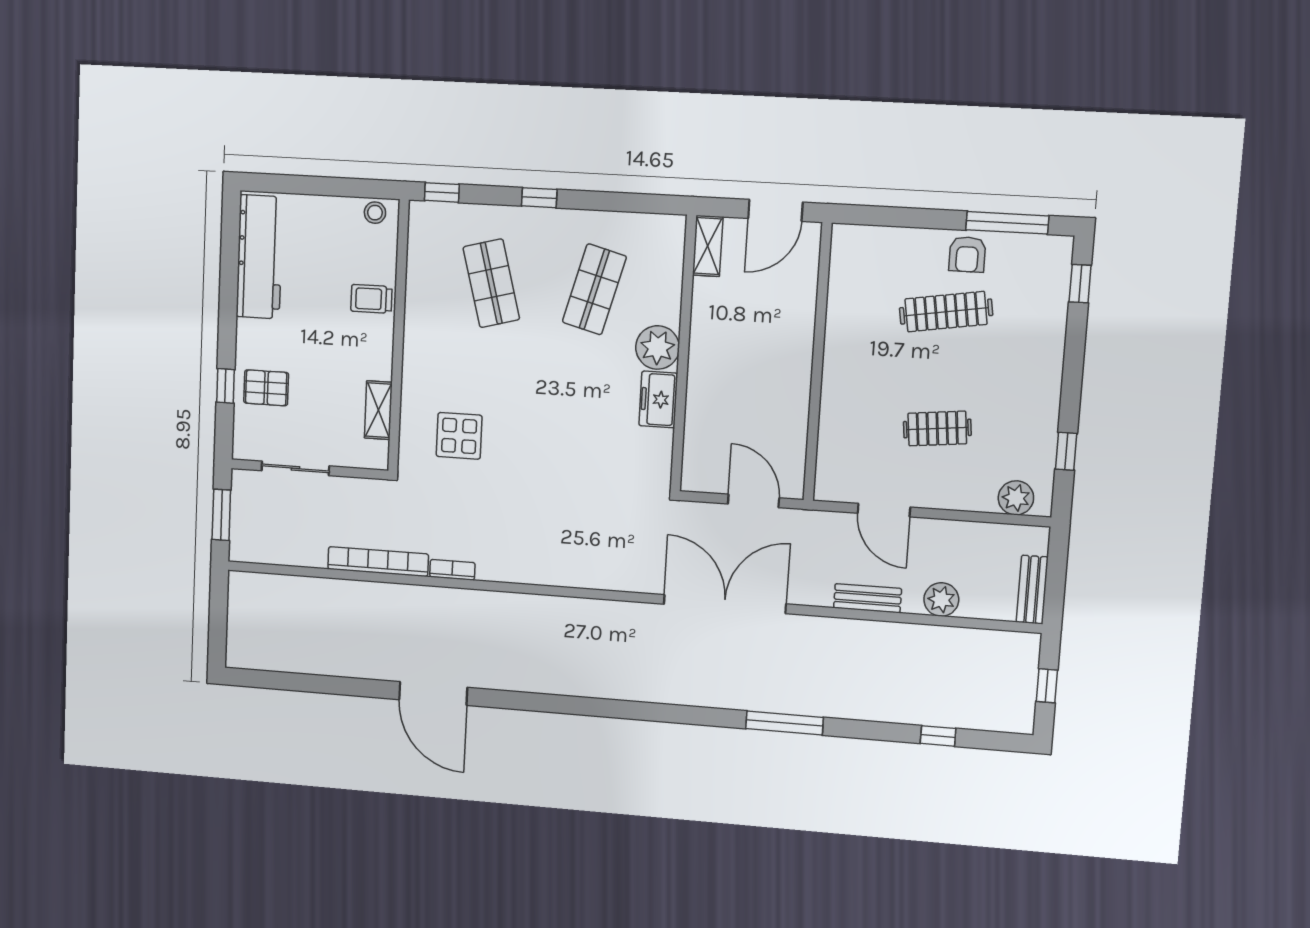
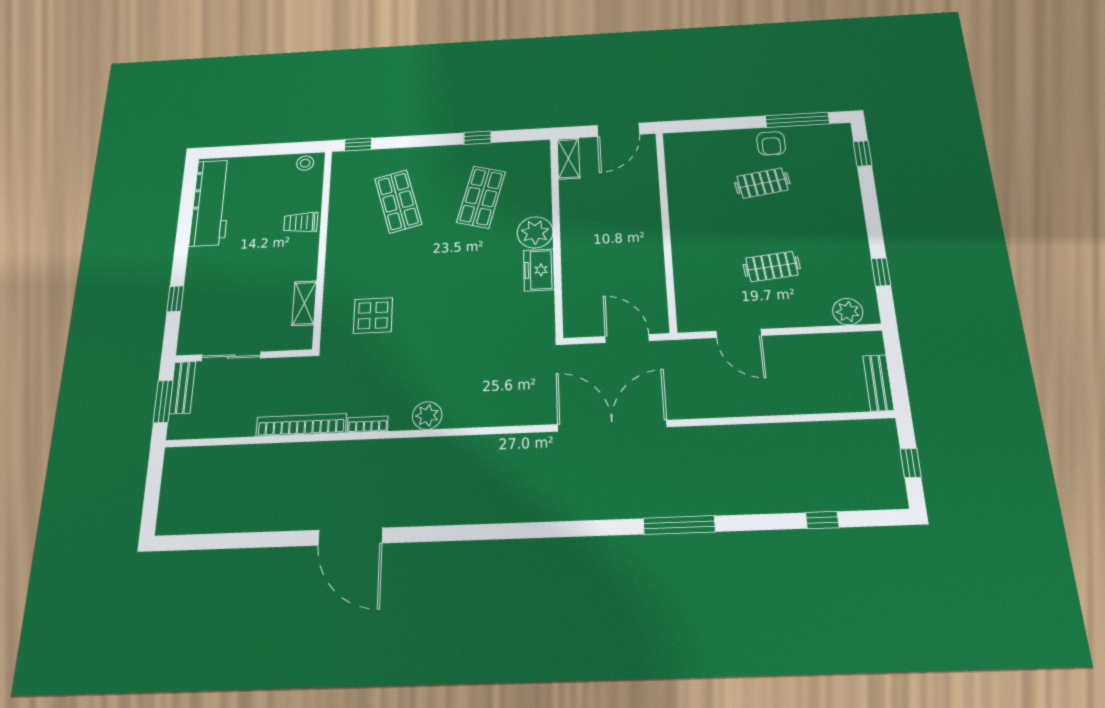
window: (539, 198) -> (477, 138), moved
clothes rail: (946, 312) -> (762, 183), width x0.73
pallet: (266, 388) -> (210, 297), removed
bench: (868, 598) -> (182, 388), moved, turned 90
plant: (941, 599) -> (427, 416), moved

